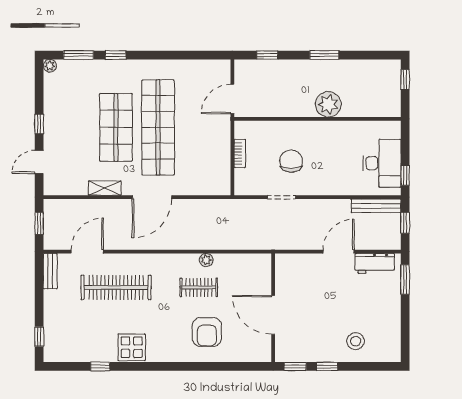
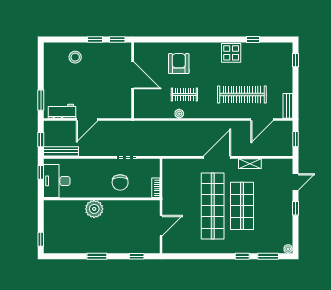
plant: (328, 104) -> (94, 209), moved
wall: (317, 119) -> (102, 199), moved

